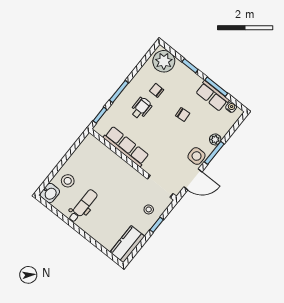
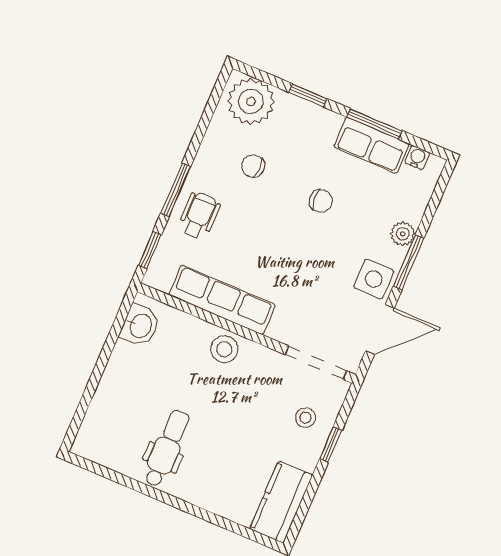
wheelchair: (141, 108) -> (199, 215), moved
stool: (68, 181) -> (224, 349), moved
washbasin: (50, 193) -> (140, 326), moved

